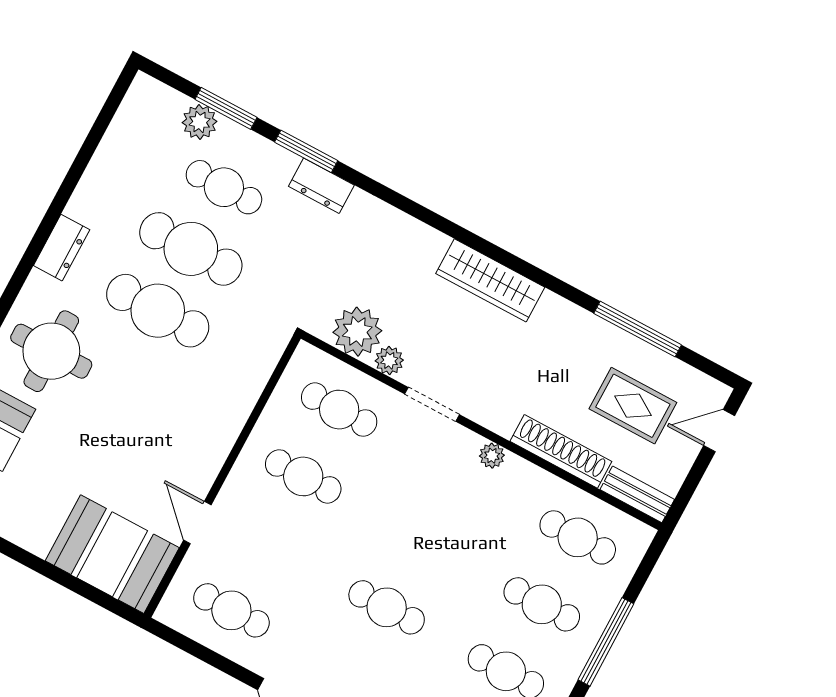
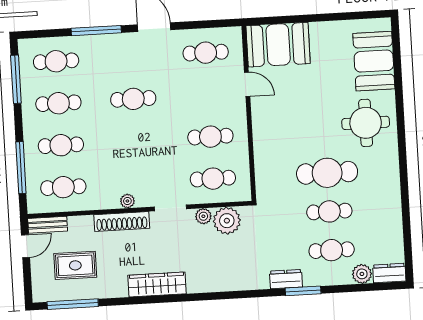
window: (226, 108) -> (353, 288), removed
dresser: (62, 248) -> (389, 273), moved, turned 90
cafe table: (191, 249) -> (329, 211), width x0.73, depth x0.74
wardrobe: (490, 280) -> (157, 284), moved
window: (638, 329) -> (73, 304), moved
door: (719, 431) -> (26, 246), moved
shoe rack: (561, 451) -> (122, 221), moved
window: (606, 642) -> (21, 168), moved

